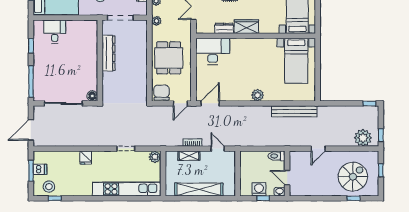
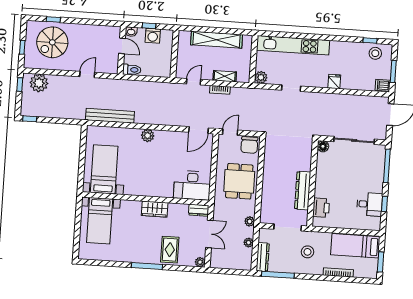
dresser: (224, 28) -> (199, 210), moved
desk: (55, 32) -> (370, 204), moved, turned -90
printer: (90, 38) -> (321, 208), added
door: (218, 149) -> (194, 82), swing flipped
dishwasher: (40, 169) -> (383, 85), moved

